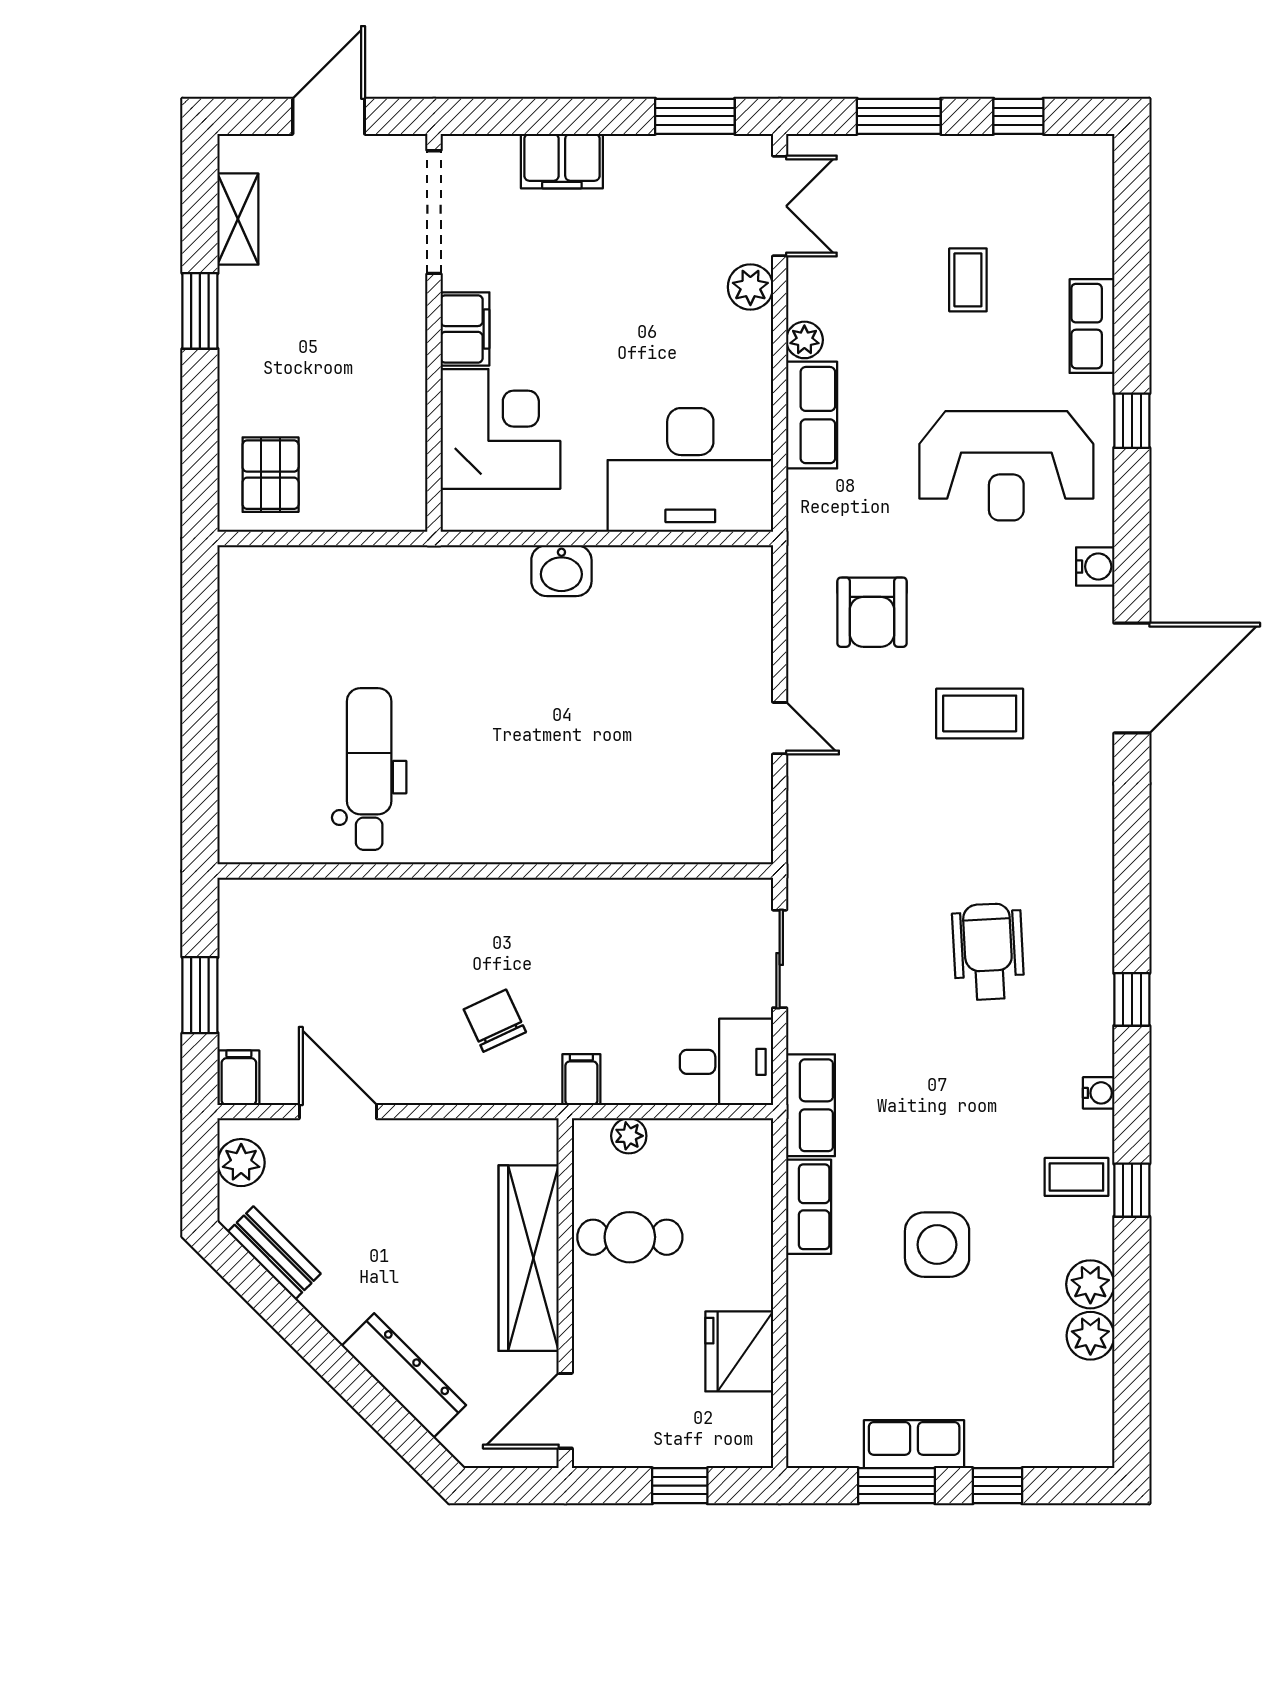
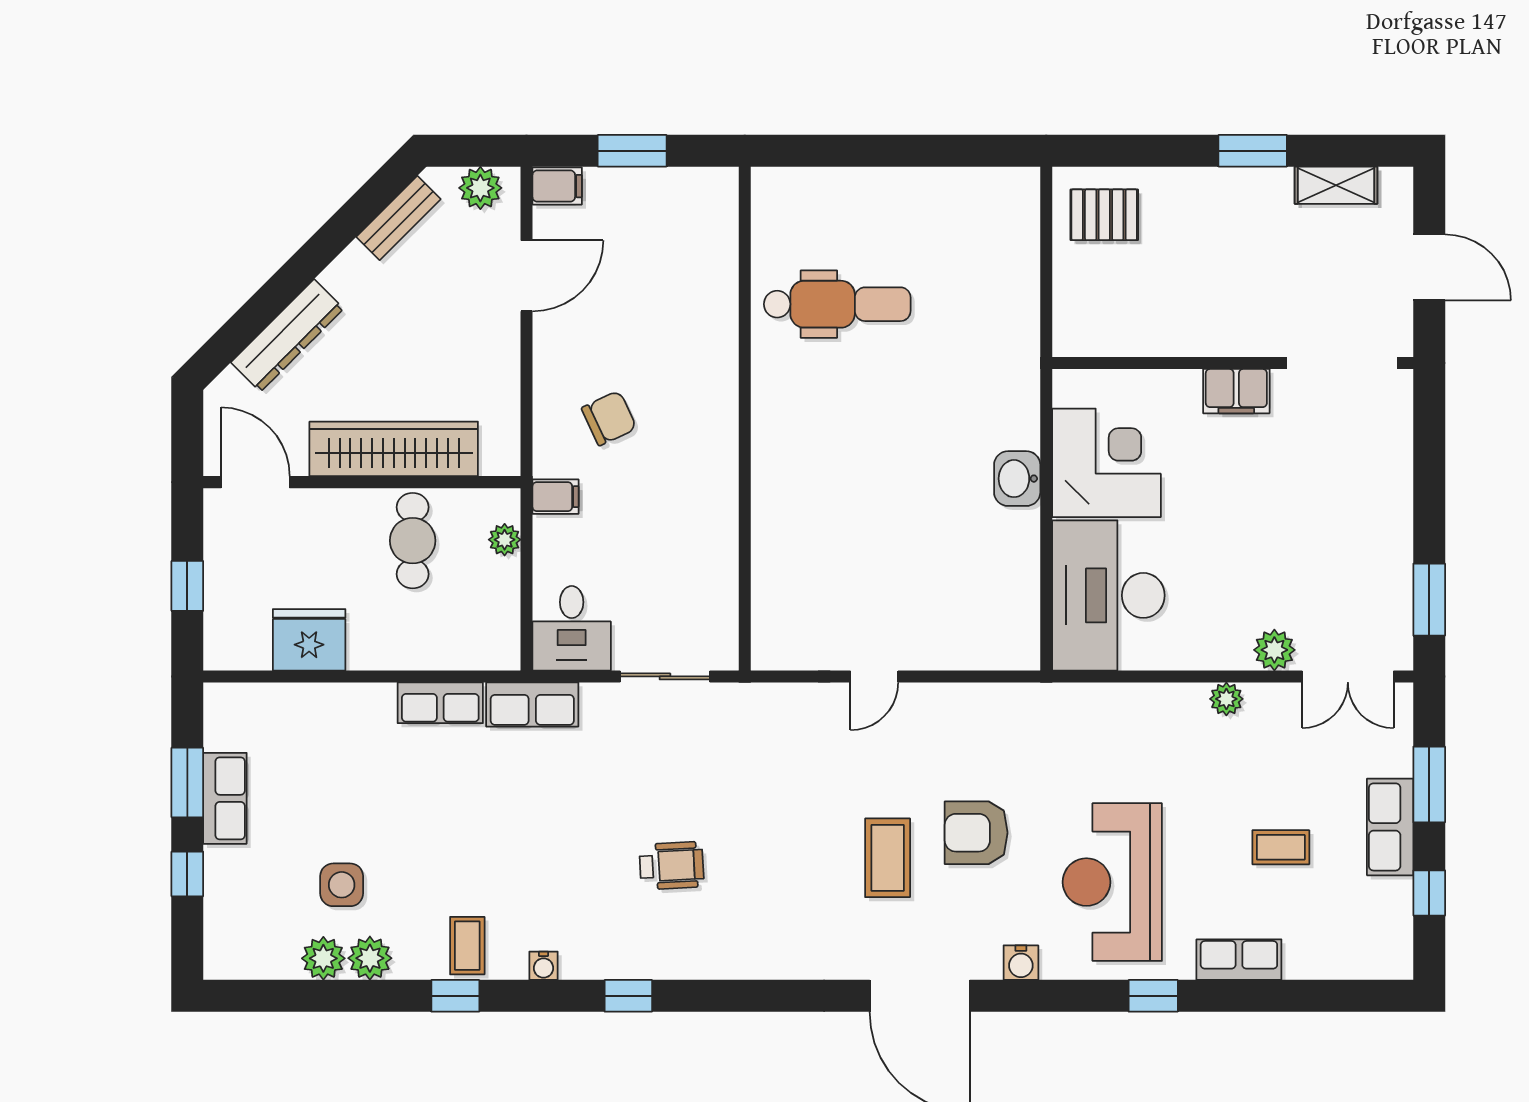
filing cabinet: (562, 161) -> (1389, 479), removed
row of seats: (812, 415) -> (1390, 827), moved, turned 90
corner desk: (500, 429) -> (1107, 463), moved, turned -90
armchair: (872, 612) -> (976, 833), moved
wheelchair: (988, 952) -> (672, 866), width x0.73, depth x0.73
side table: (937, 1245) -> (342, 885), moved, width x0.73, depth x0.73

